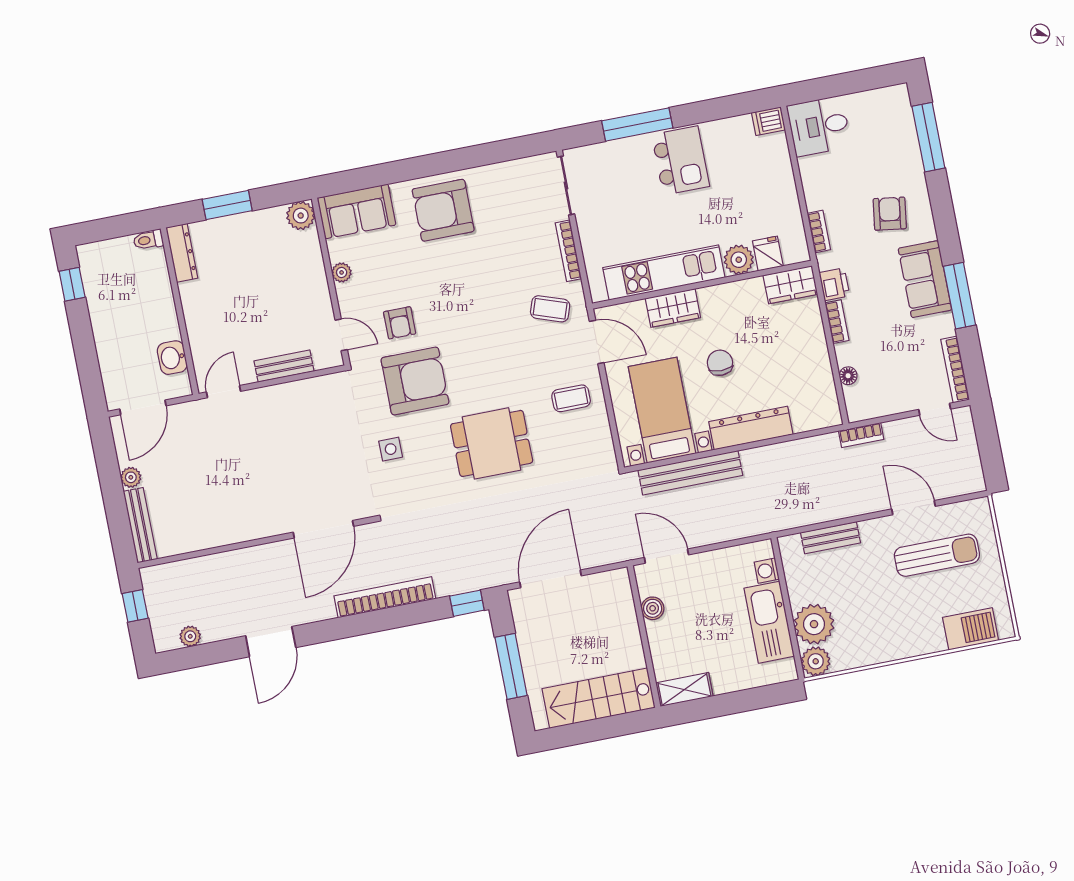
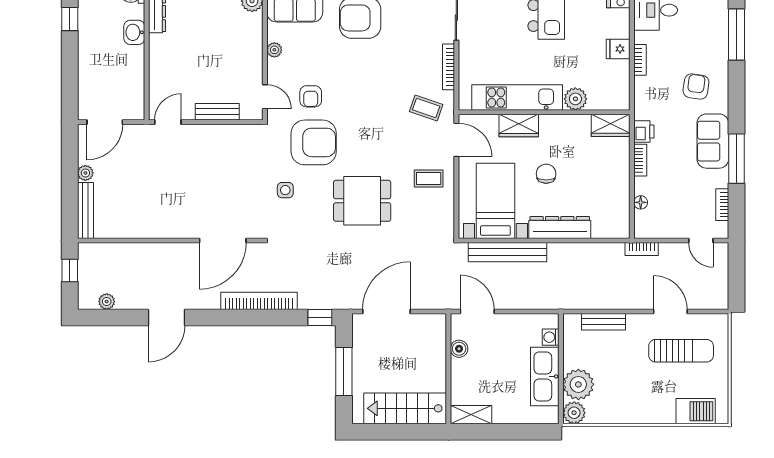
bookcase: (819, 231) -> (640, 60), moved
fridge: (768, 254) -> (618, 49), moved, turned -90
washbasin: (172, 358) -> (134, 32), moved
bookcase: (955, 370) -> (722, 205), width x0.64

